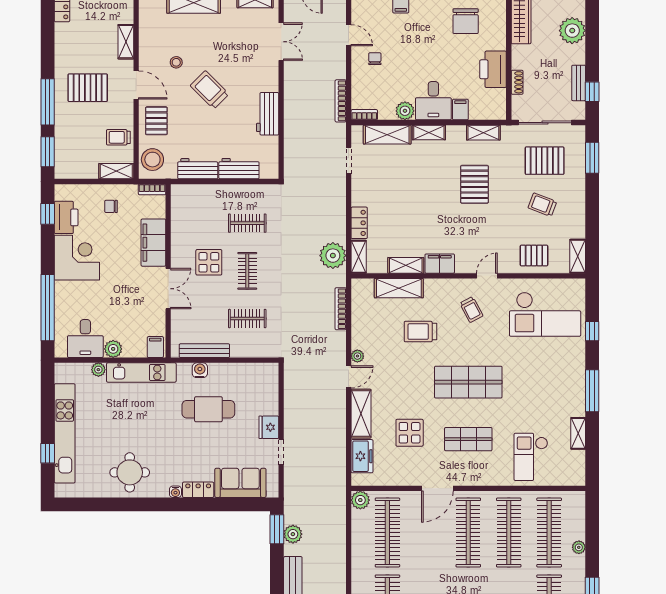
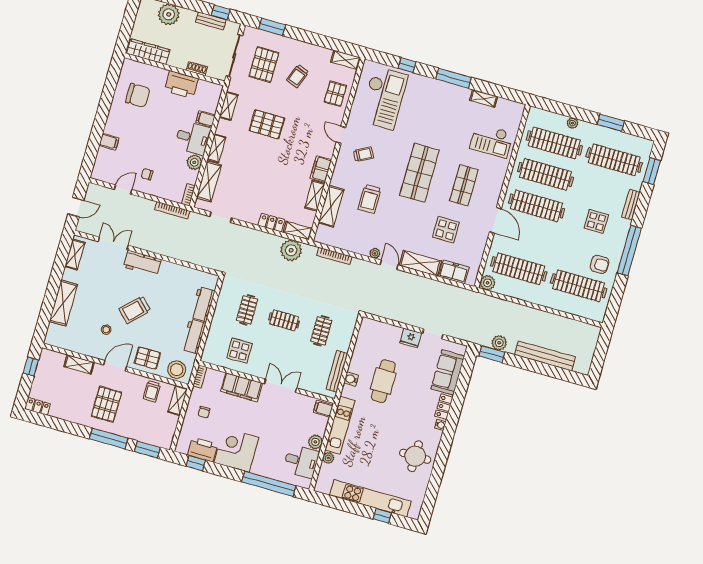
workbench: (268, 114) -> (142, 263), moved
display table: (209, 262) -> (239, 351), moved

